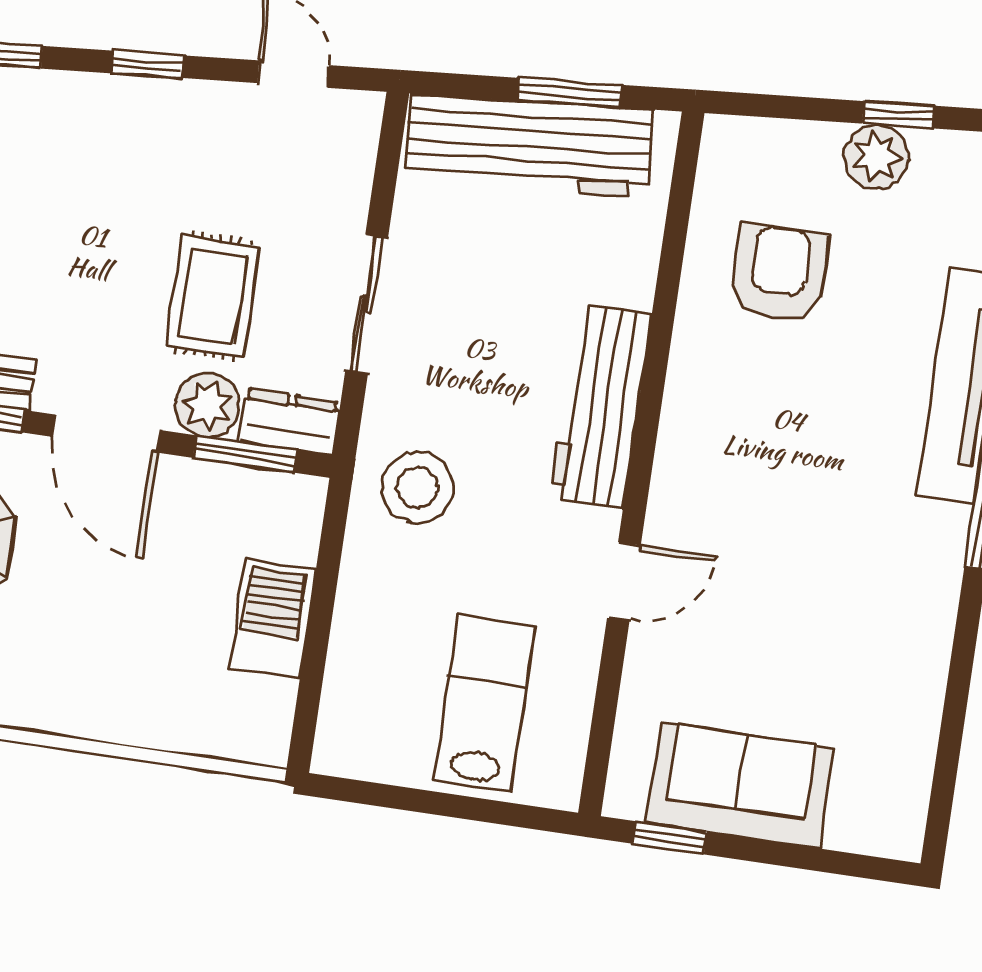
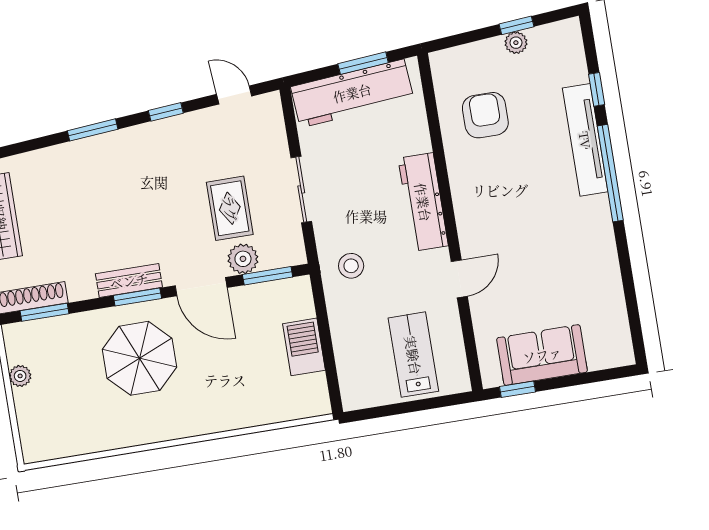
plant: (877, 157) -> (516, 43), width x0.73, depth x0.73
dresser: (289, 422) -> (283, 255), removed
stool: (417, 487) -> (351, 266), width x0.73, depth x0.73

